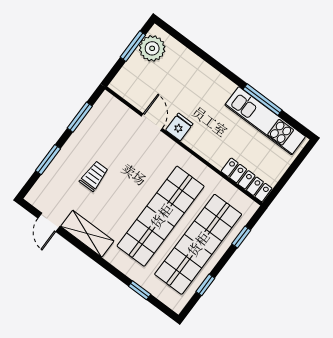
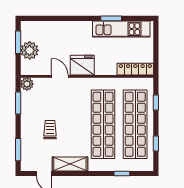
plant: (152, 48) -> (30, 50), moved
window: (263, 100) -> (111, 18), width x0.69
plant: (107, 102) -> (27, 84), added
fridge: (179, 127) -> (82, 65), width x1.88, depth x1.34
window: (48, 160) -> (18, 150), moved

